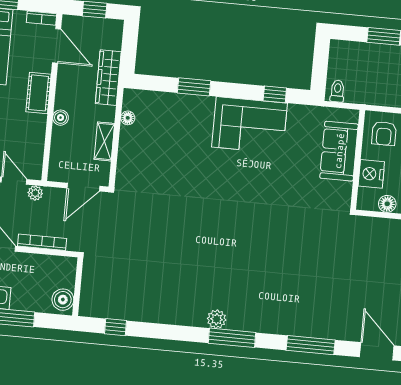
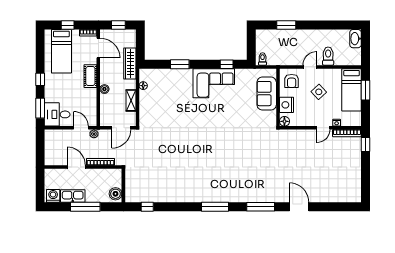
floor lamp: (387, 204) -> (284, 121), moved
plant: (217, 319) -> (205, 197), removed

